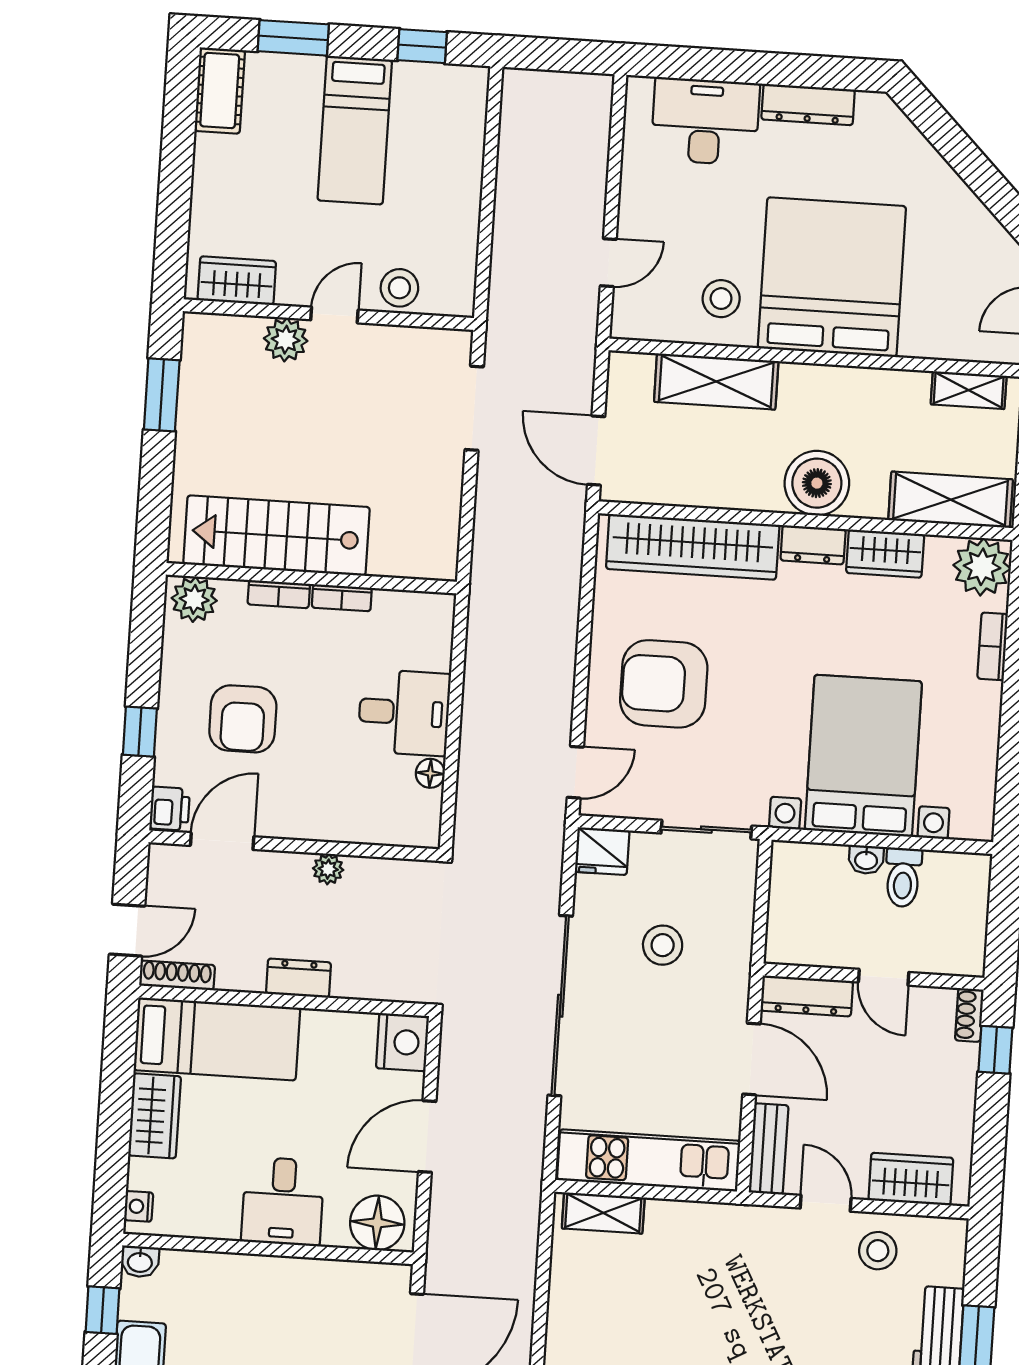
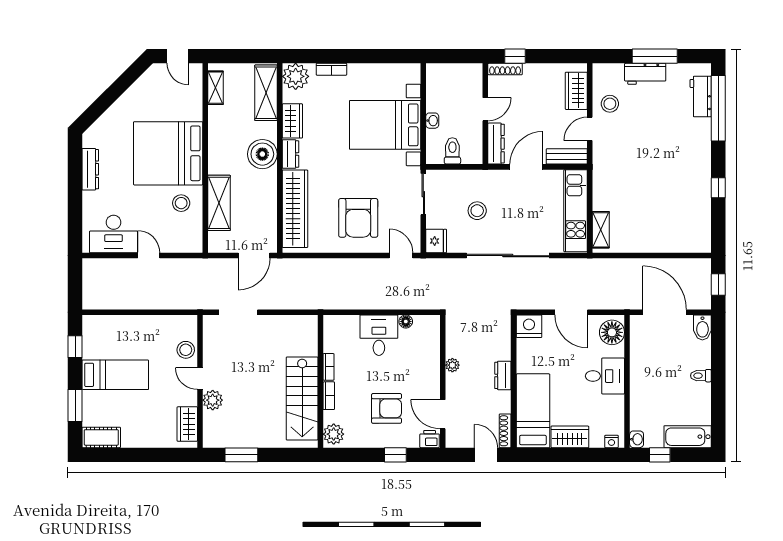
desk: (705, 121) -> (114, 234), moved, turned -90
door: (608, 263) -> (149, 256), moved
toilet: (903, 877) -> (452, 151), moved, turned -90
shoe rack: (969, 1015) -> (505, 69), width x1.43

